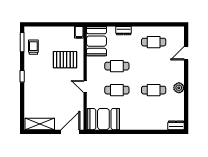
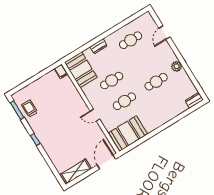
pallet: (65, 60) -> (64, 102), removed

